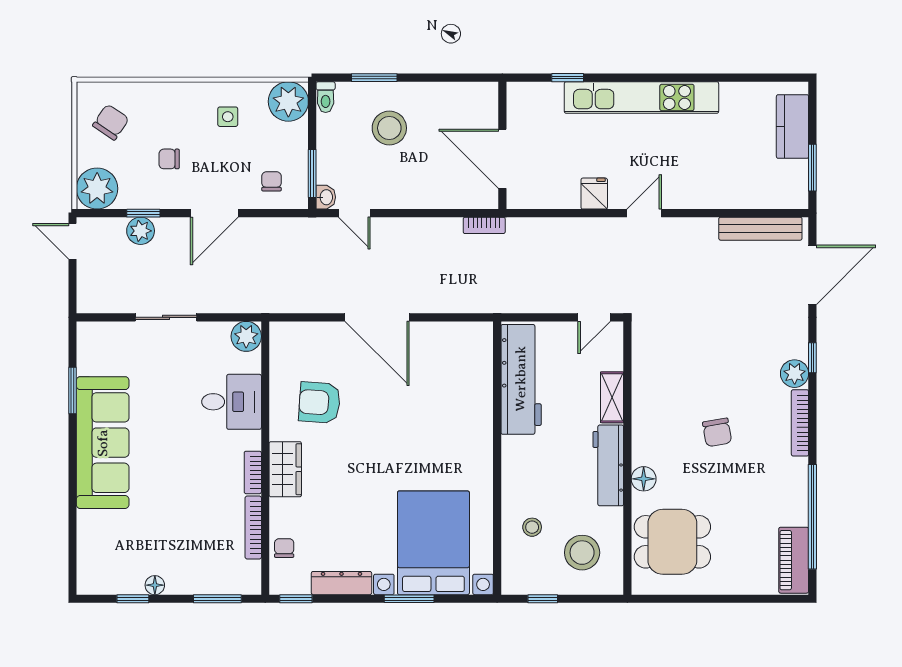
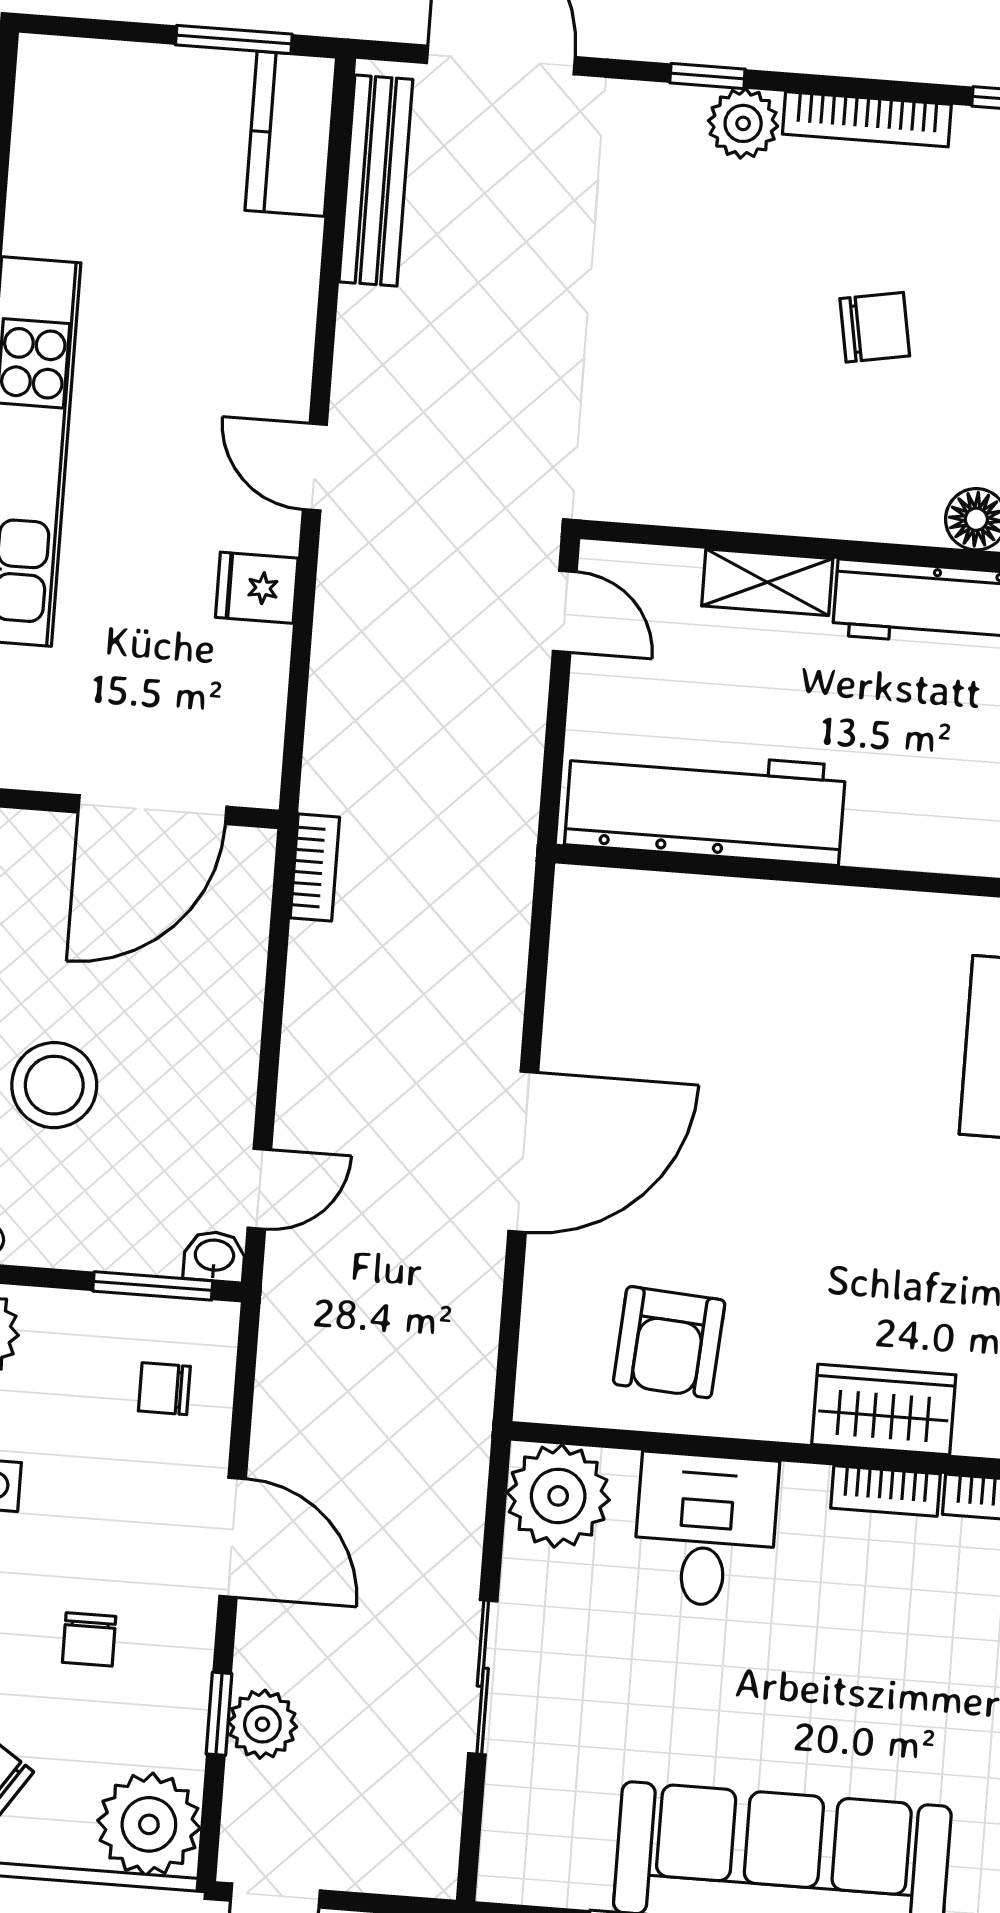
kitchen counter: (792, 126) -> (291, 134), moved, turned 90
plant: (246, 336) -> (558, 1496), width x1.36, depth x1.36
armchair: (319, 403) -> (669, 1342), moved

